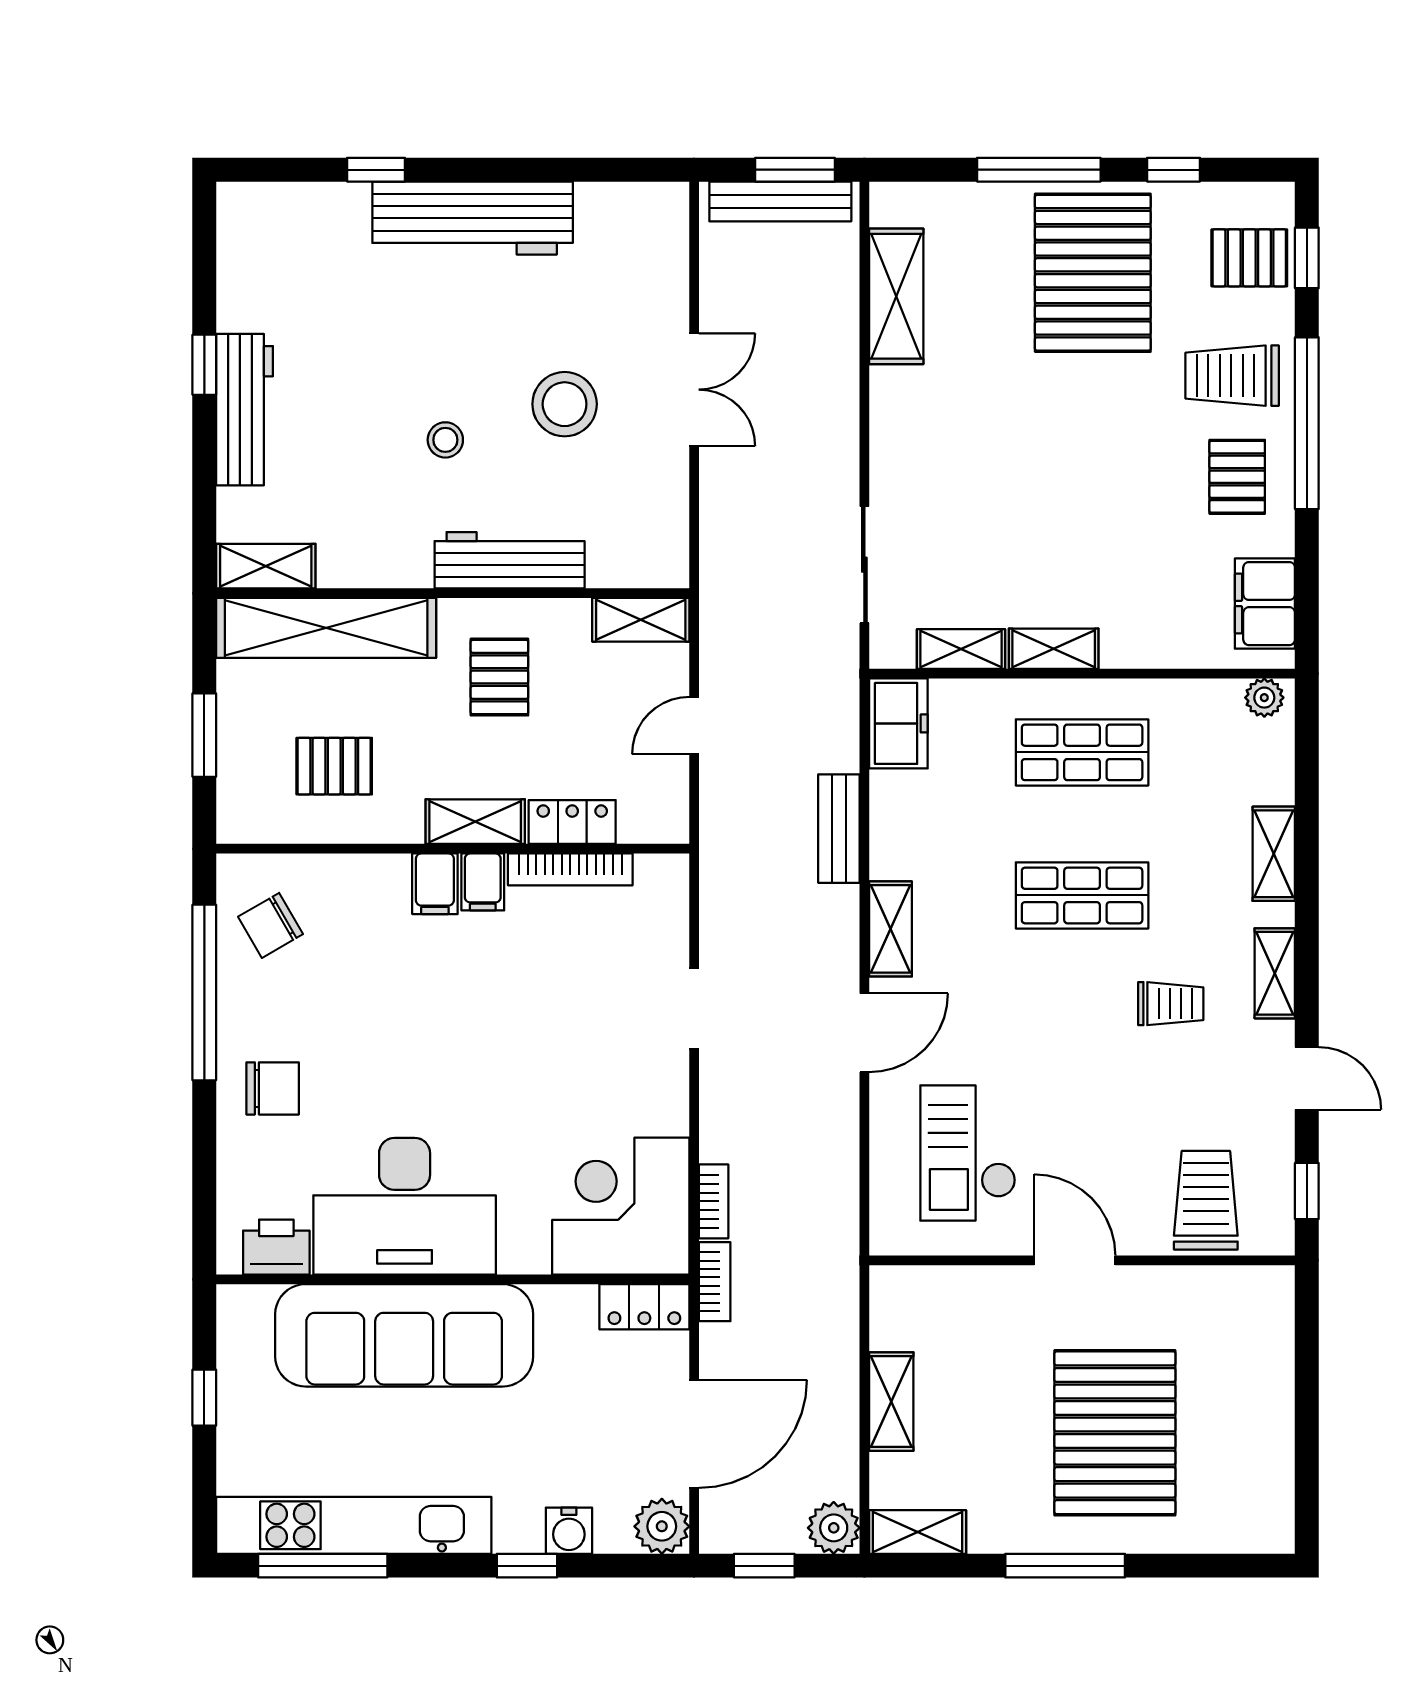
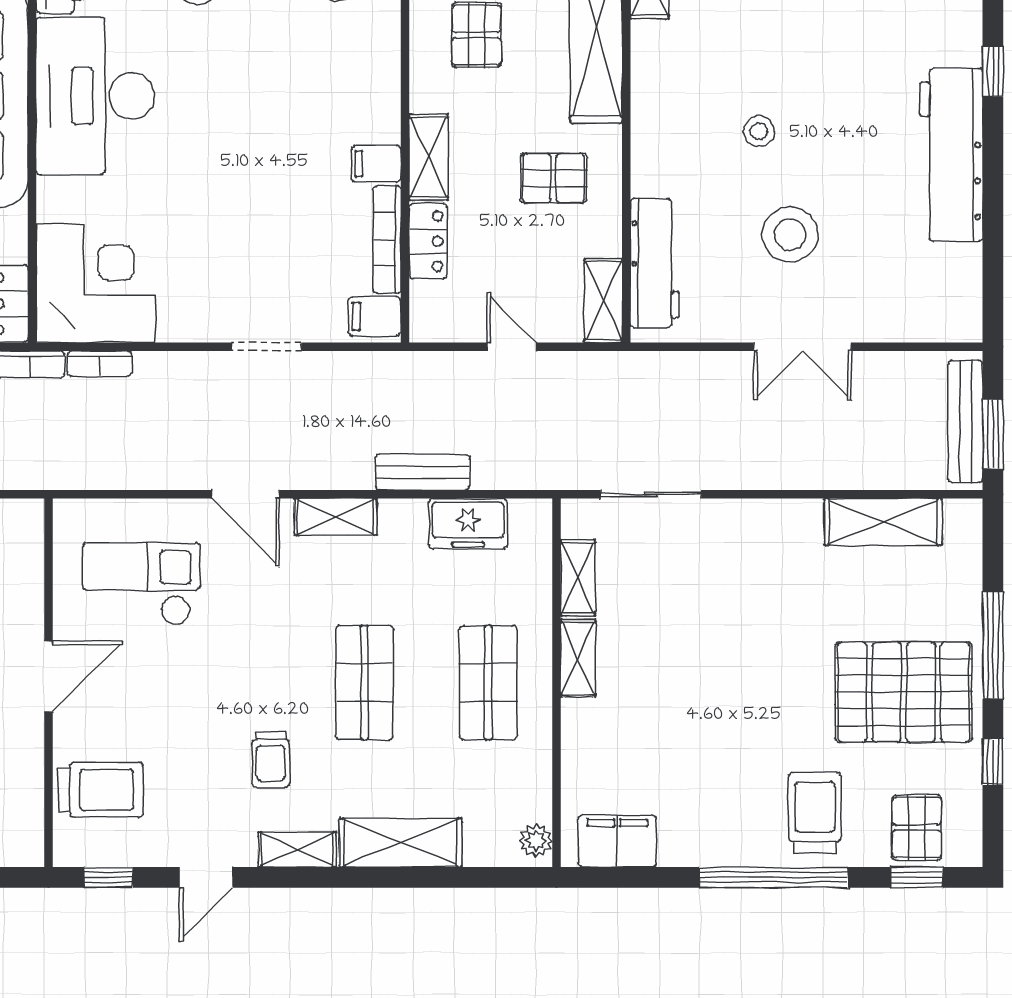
pallet: (1237, 477) -> (727, 817), removed
workbench: (510, 560) -> (655, 263), moved
freezer: (898, 723) -> (468, 524), moved
shelving: (1274, 854) -> (401, 843), width x1.50, depth x1.33
filing cabinet: (435, 884) -> (375, 316), moved

